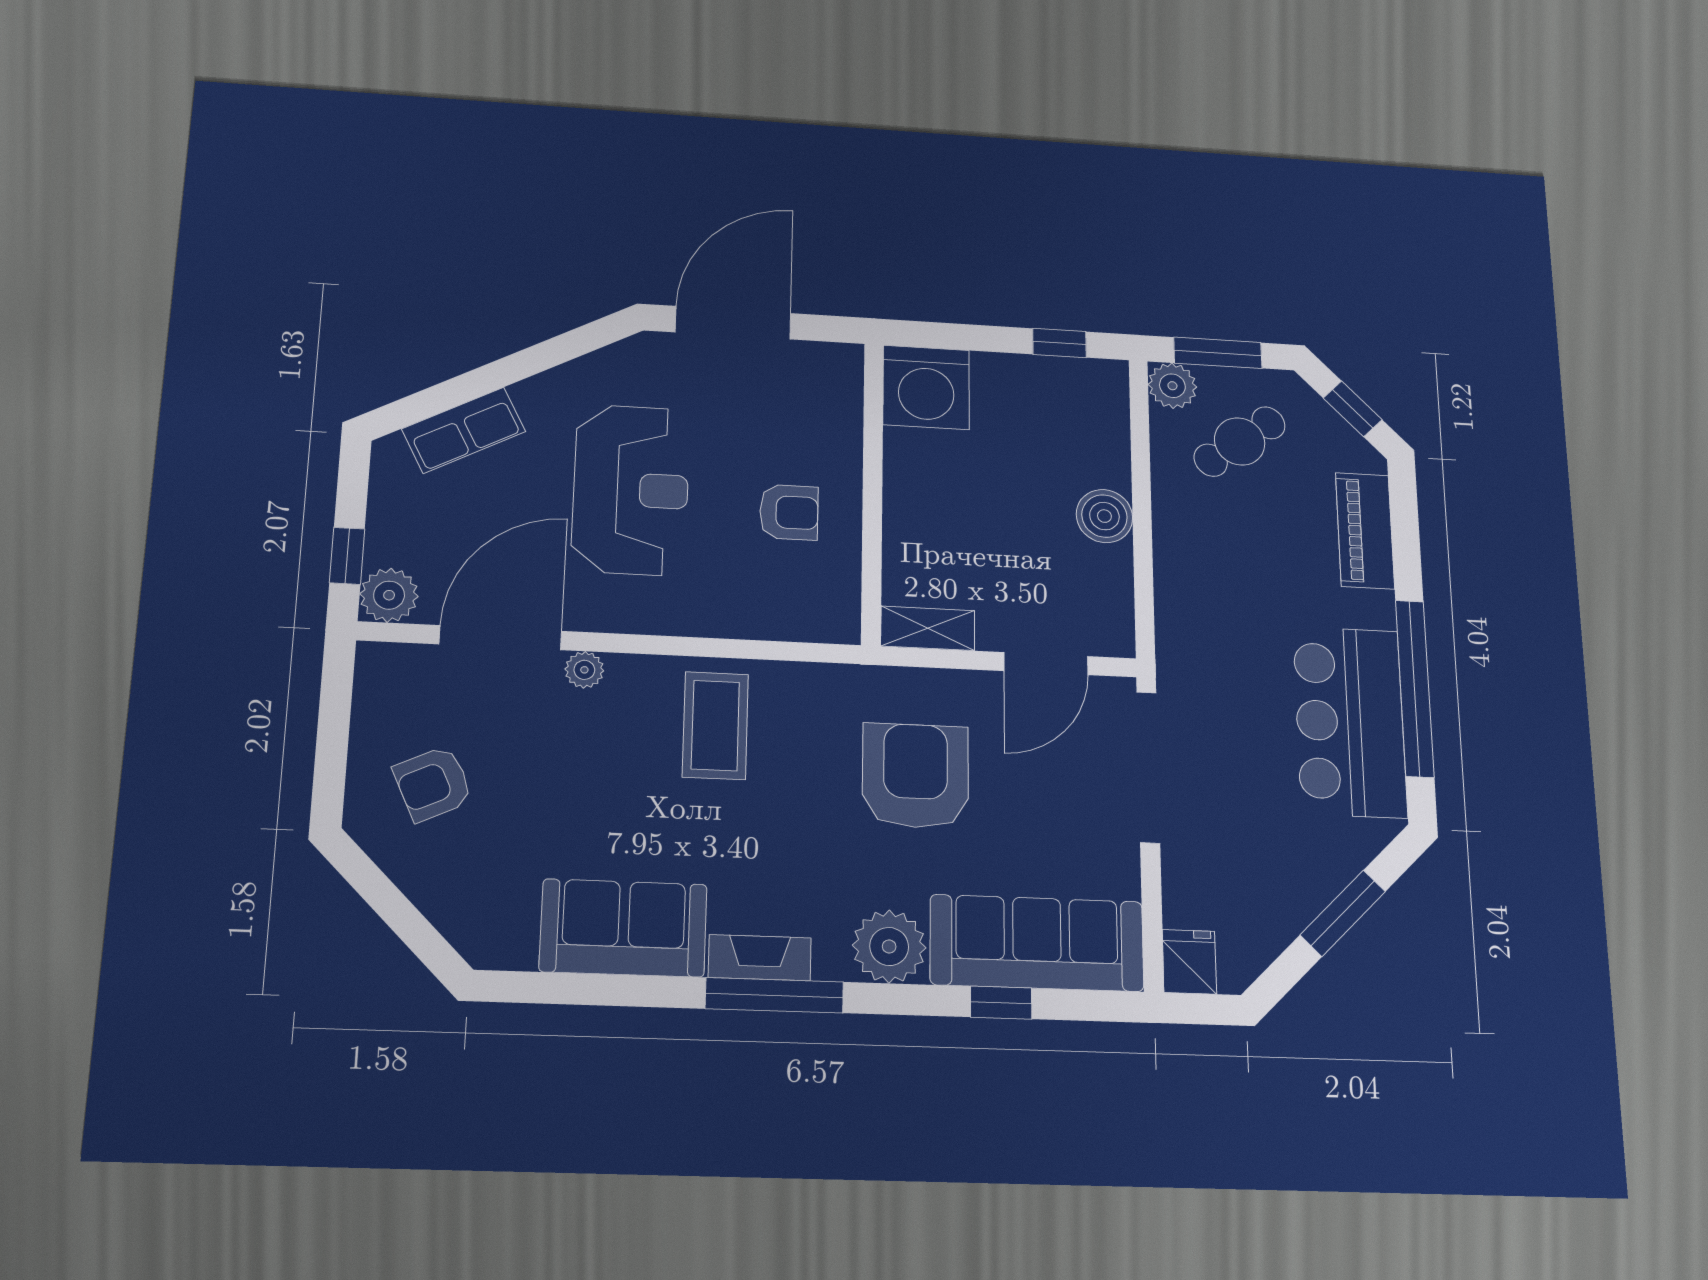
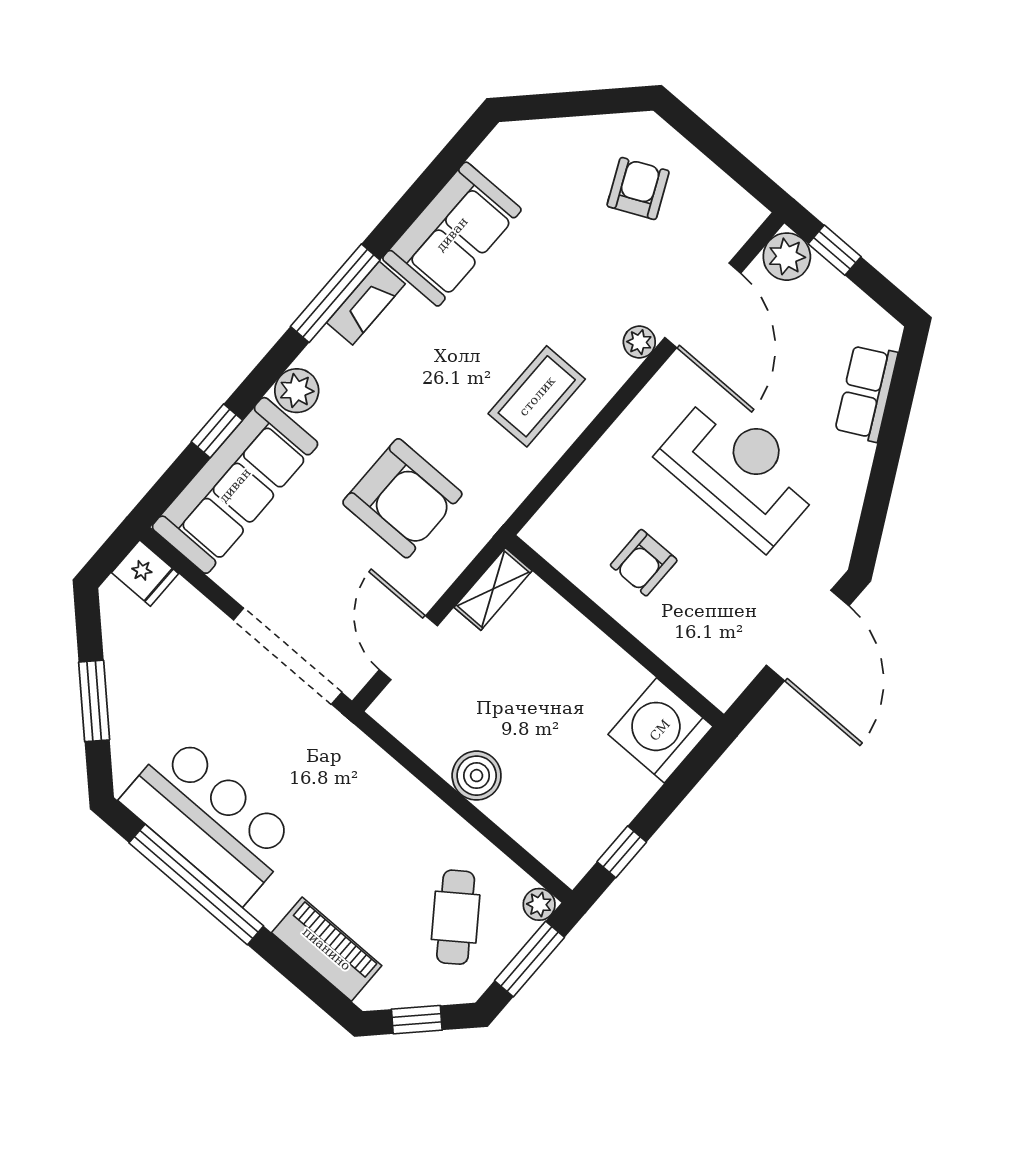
plant: (1172, 386) -> (539, 904), width x0.73, depth x0.73
reception desk: (631, 490) -> (740, 470), turned 180
coffee table: (715, 725) -> (537, 396), turned 90
plant: (889, 946) -> (297, 391), width x0.73, depth x0.73

